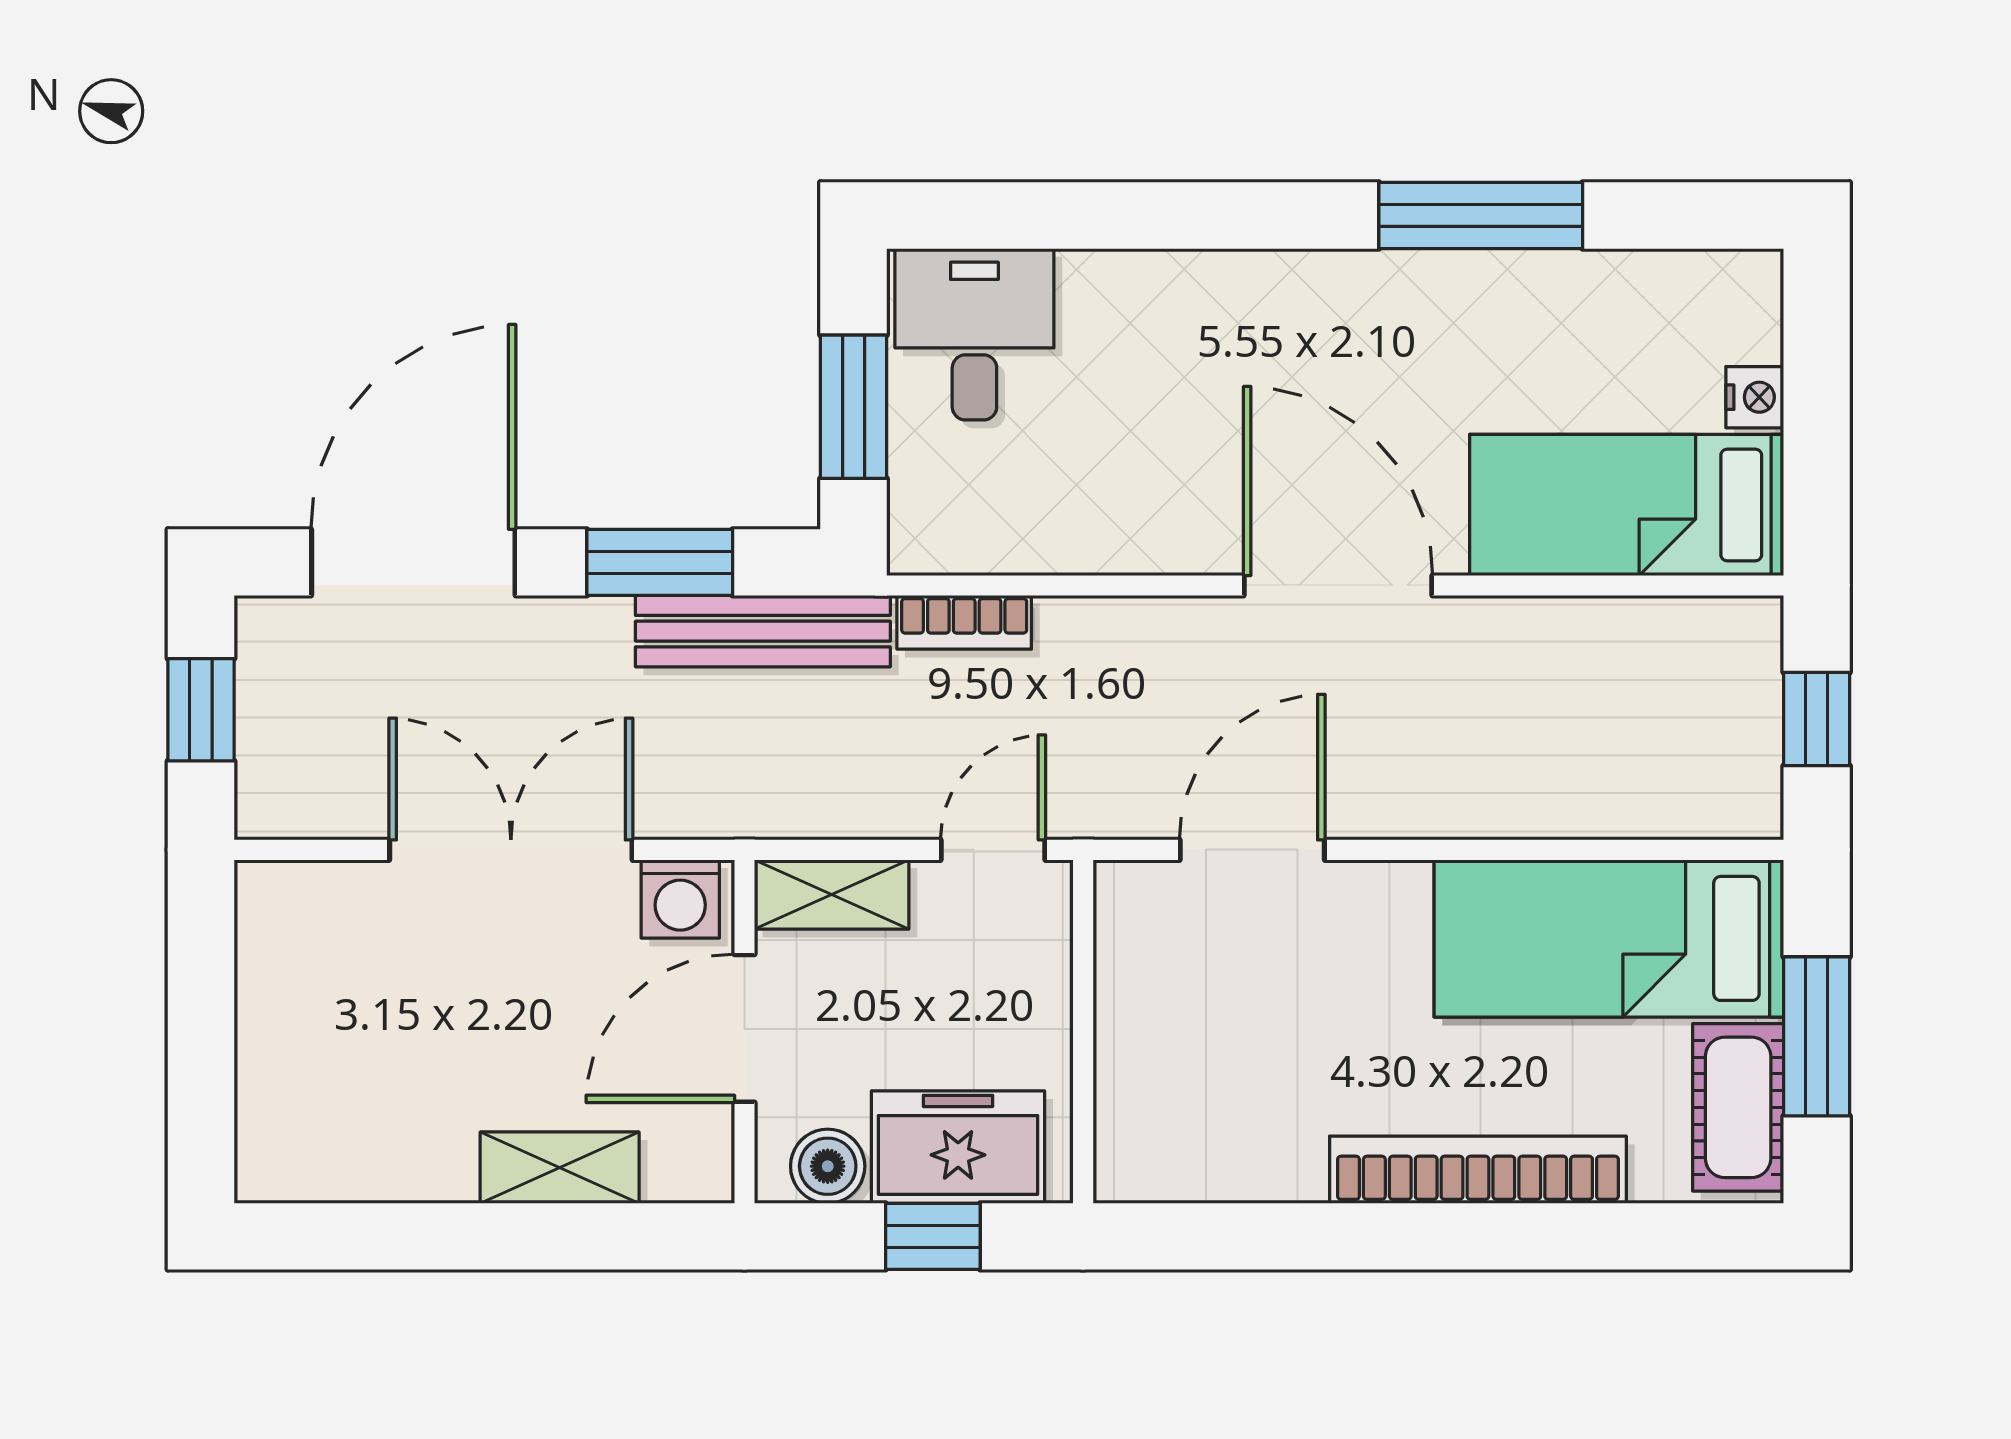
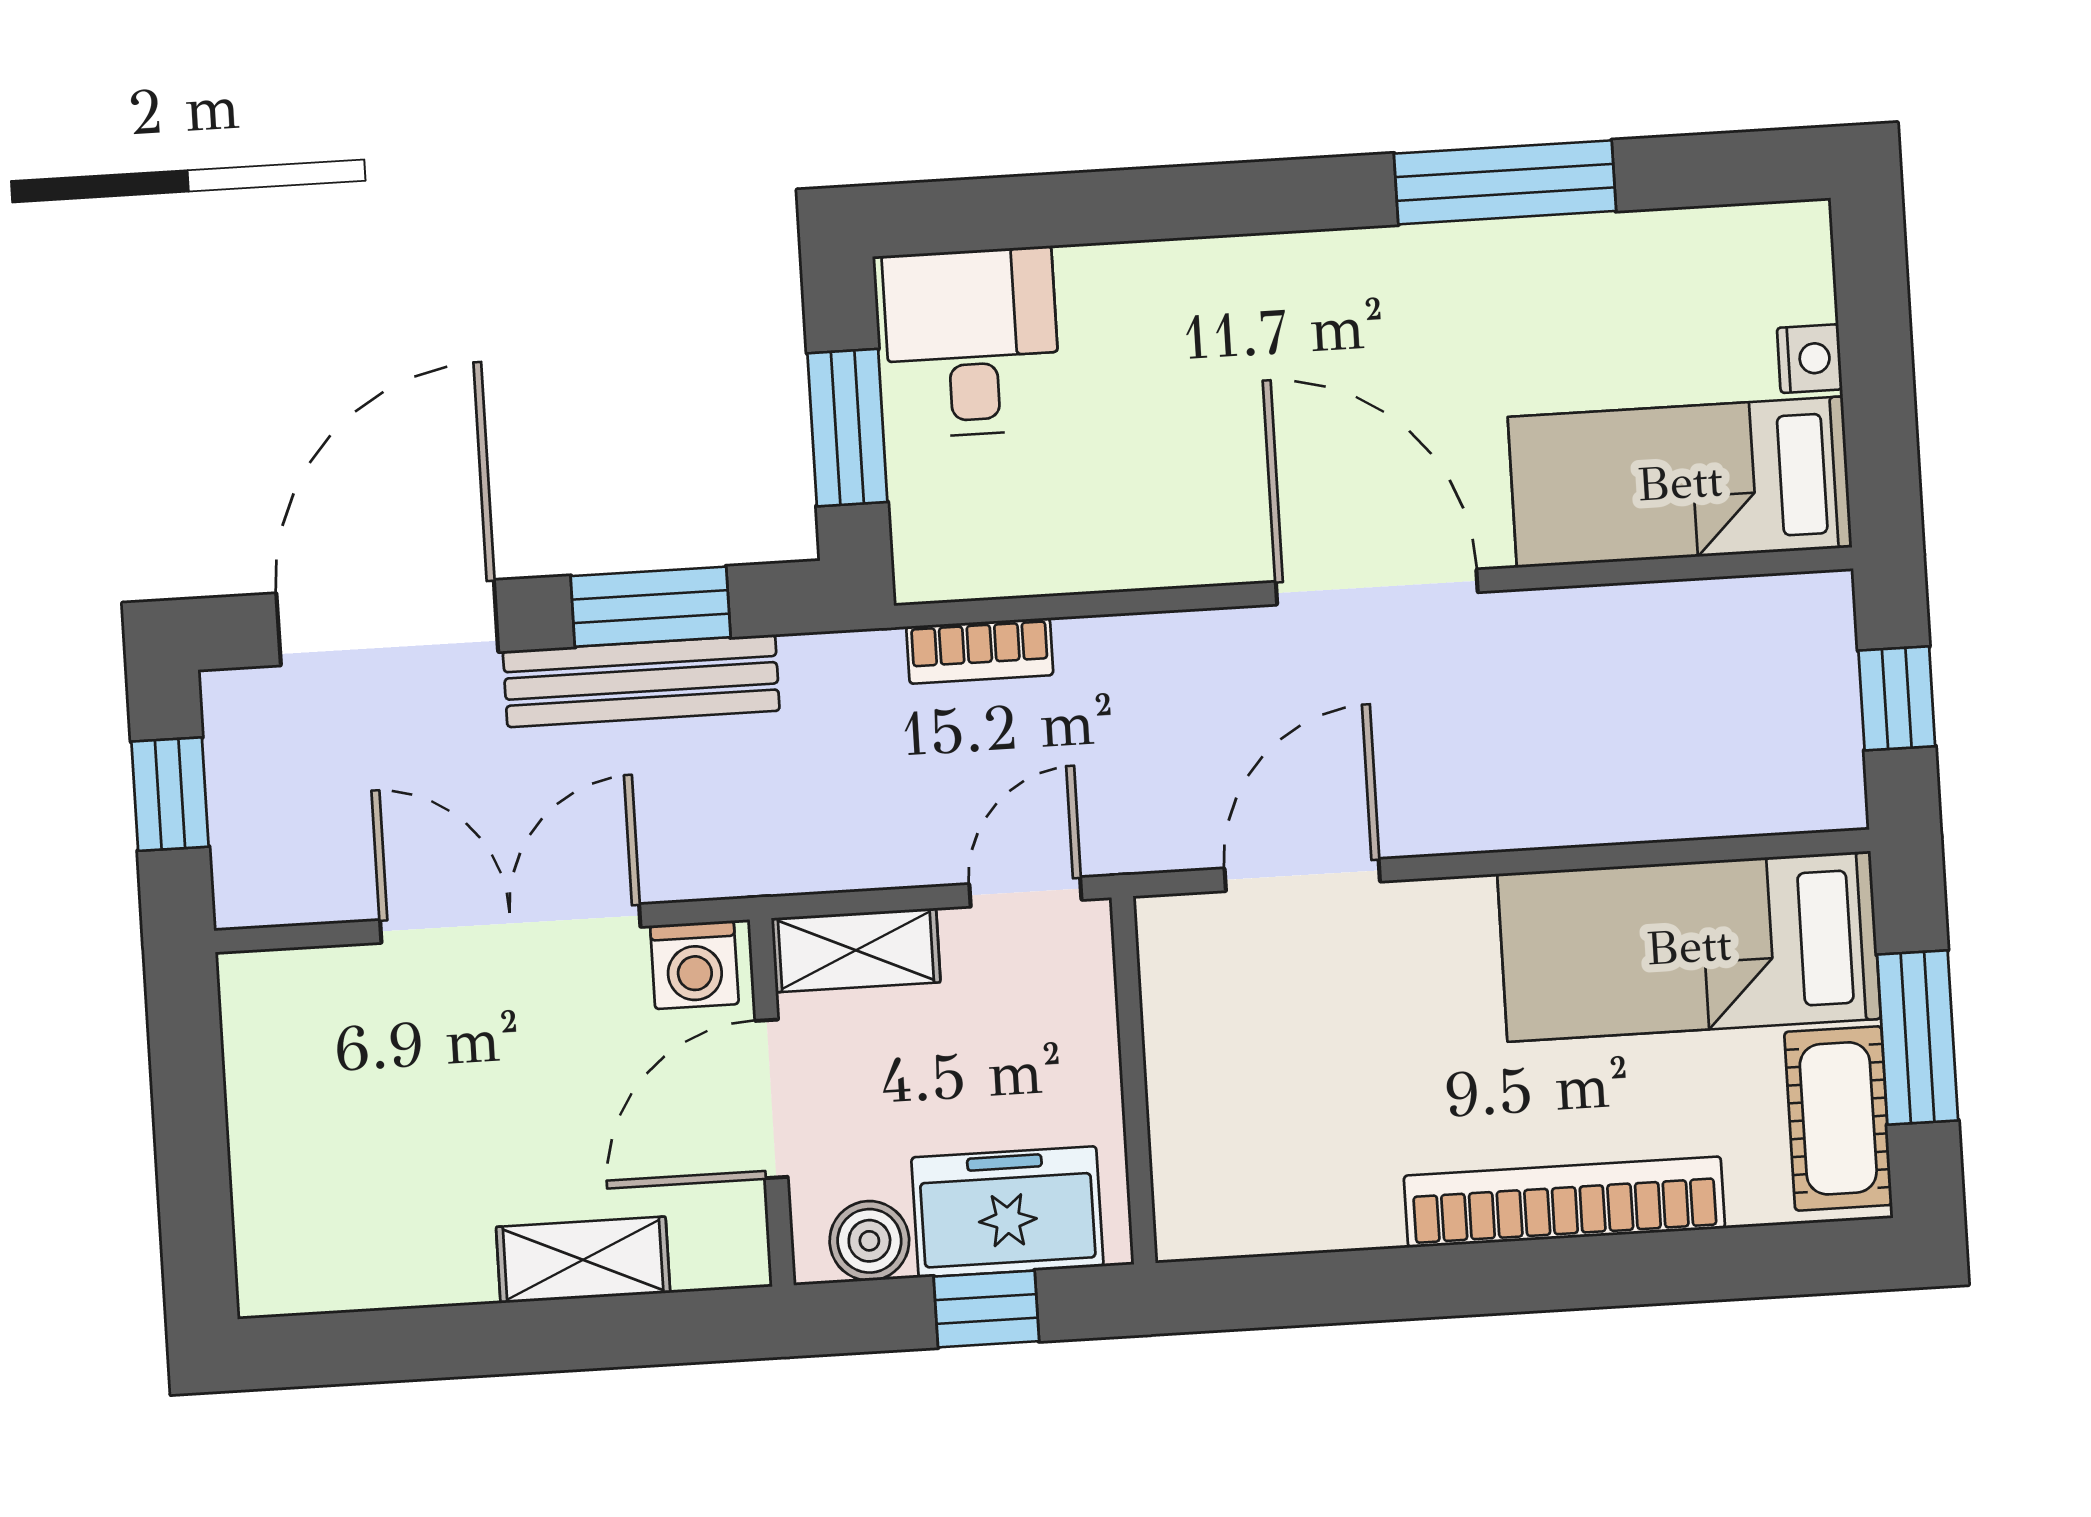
bench: (763, 631) -> (641, 681), moved

